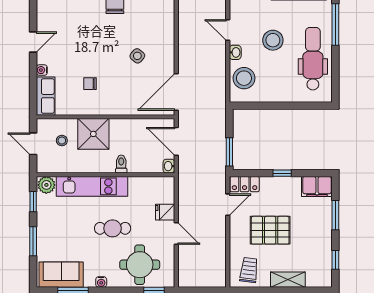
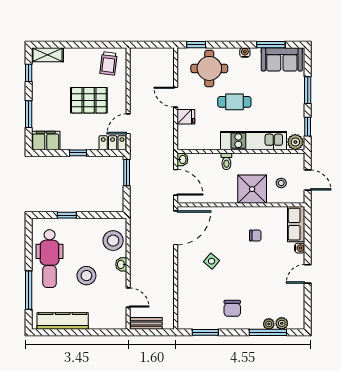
door: (228, 30) -> (128, 297), moved
window: (294, 106) -> (67, 215), added
shelving: (288, 280) -> (48, 55), moved

